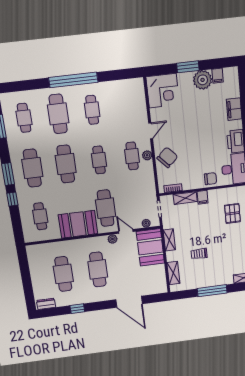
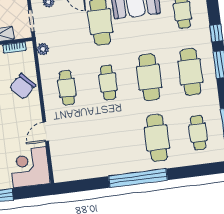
cafe table: (92, 110) -> (116, 143), removed
door: (151, 131) -> (46, 132), moved
plant: (147, 155) -> (43, 49), moved

